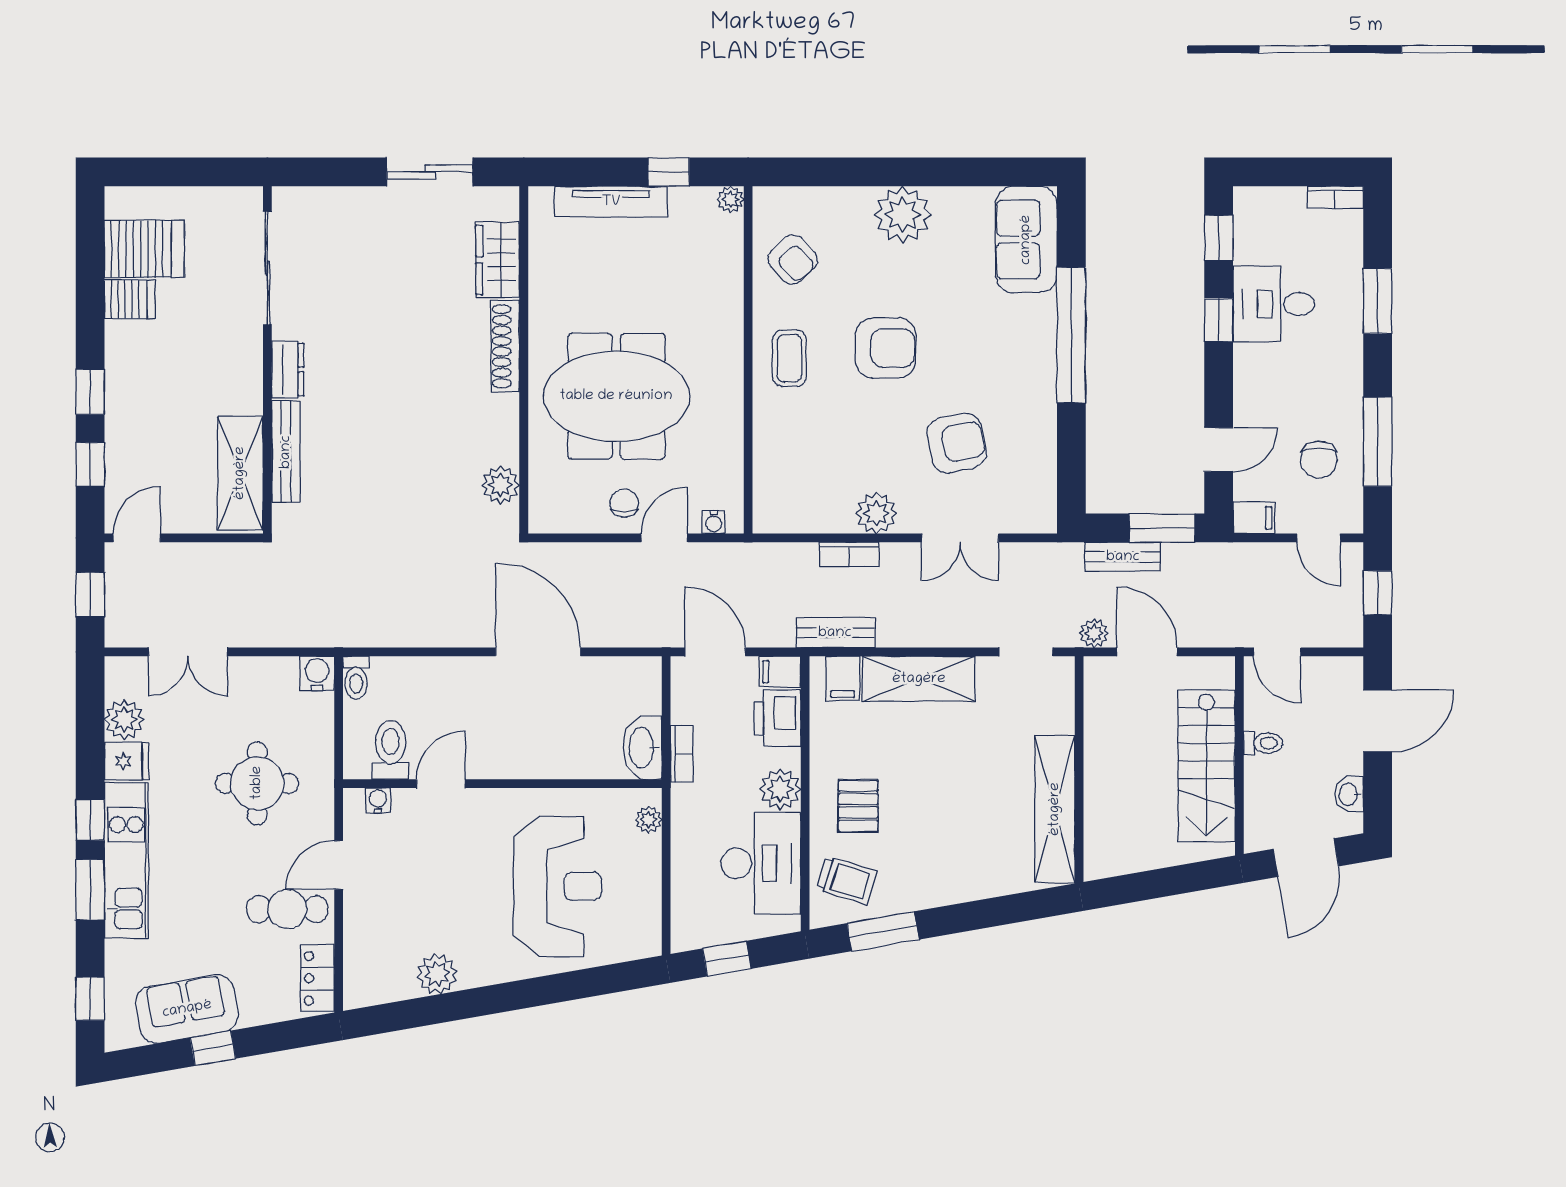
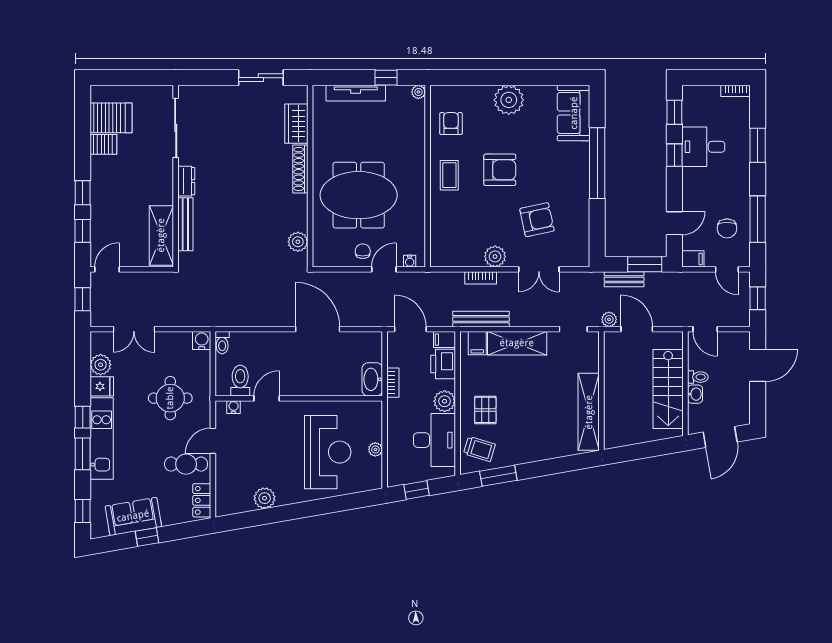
armchair: (793, 260) -> (451, 124), turned -137
bench: (835, 633) -> (481, 319), width x1.36
washbasin: (1349, 794) -> (695, 394), moved, turned 180
plant: (648, 820) -> (375, 449), moved

